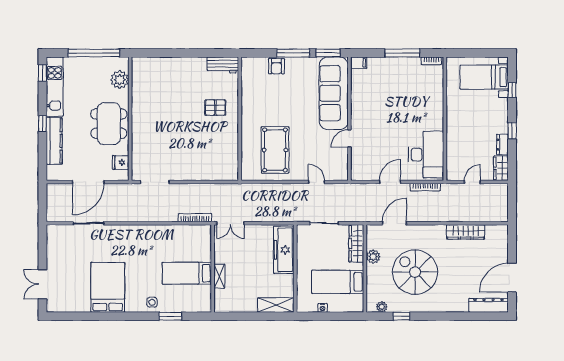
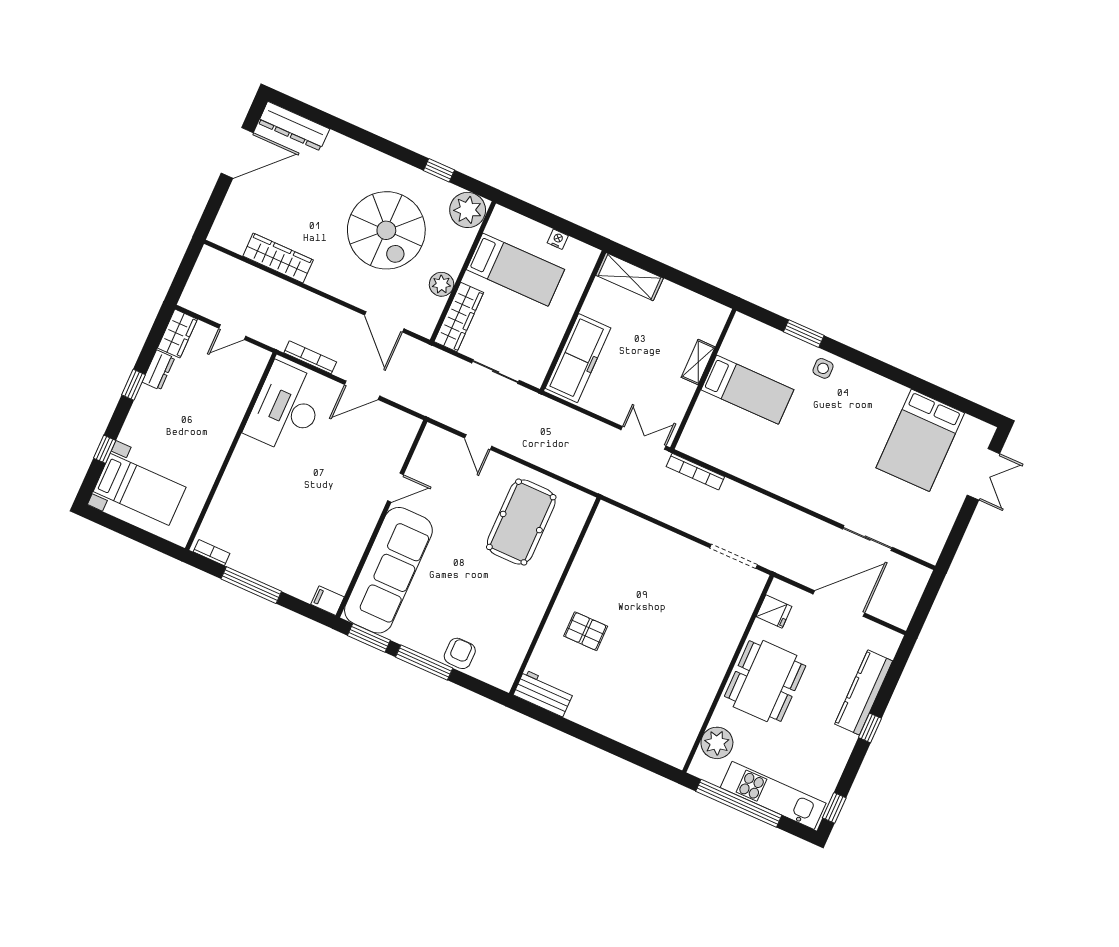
kitchen unit: (55, 87) -> (773, 795), moved, turned 90
door: (395, 223) -> (384, 322), hinge flipped
bed: (108, 287) -> (920, 440), moved
plant: (382, 307) -> (468, 210), width x1.88, depth x1.88

